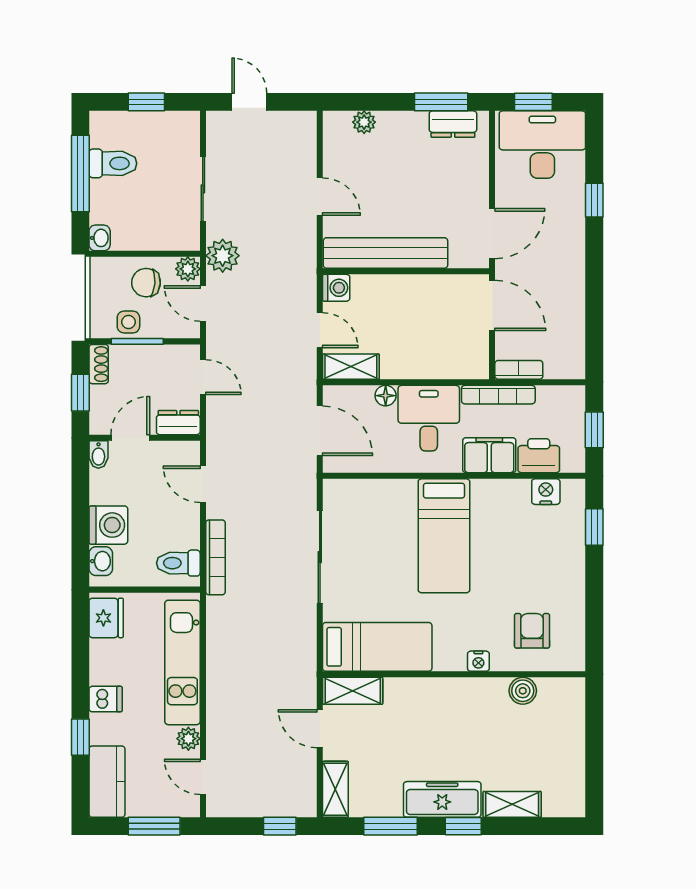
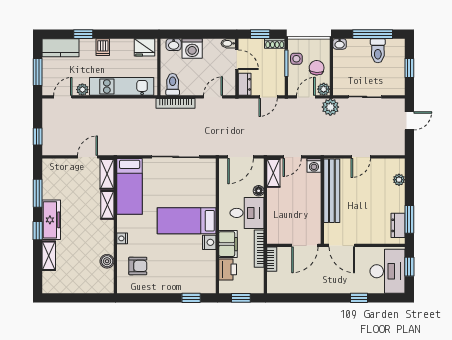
nightstand: (546, 492) -> (209, 242), moved
shelving: (335, 789) -> (107, 205), moved, turned 90

